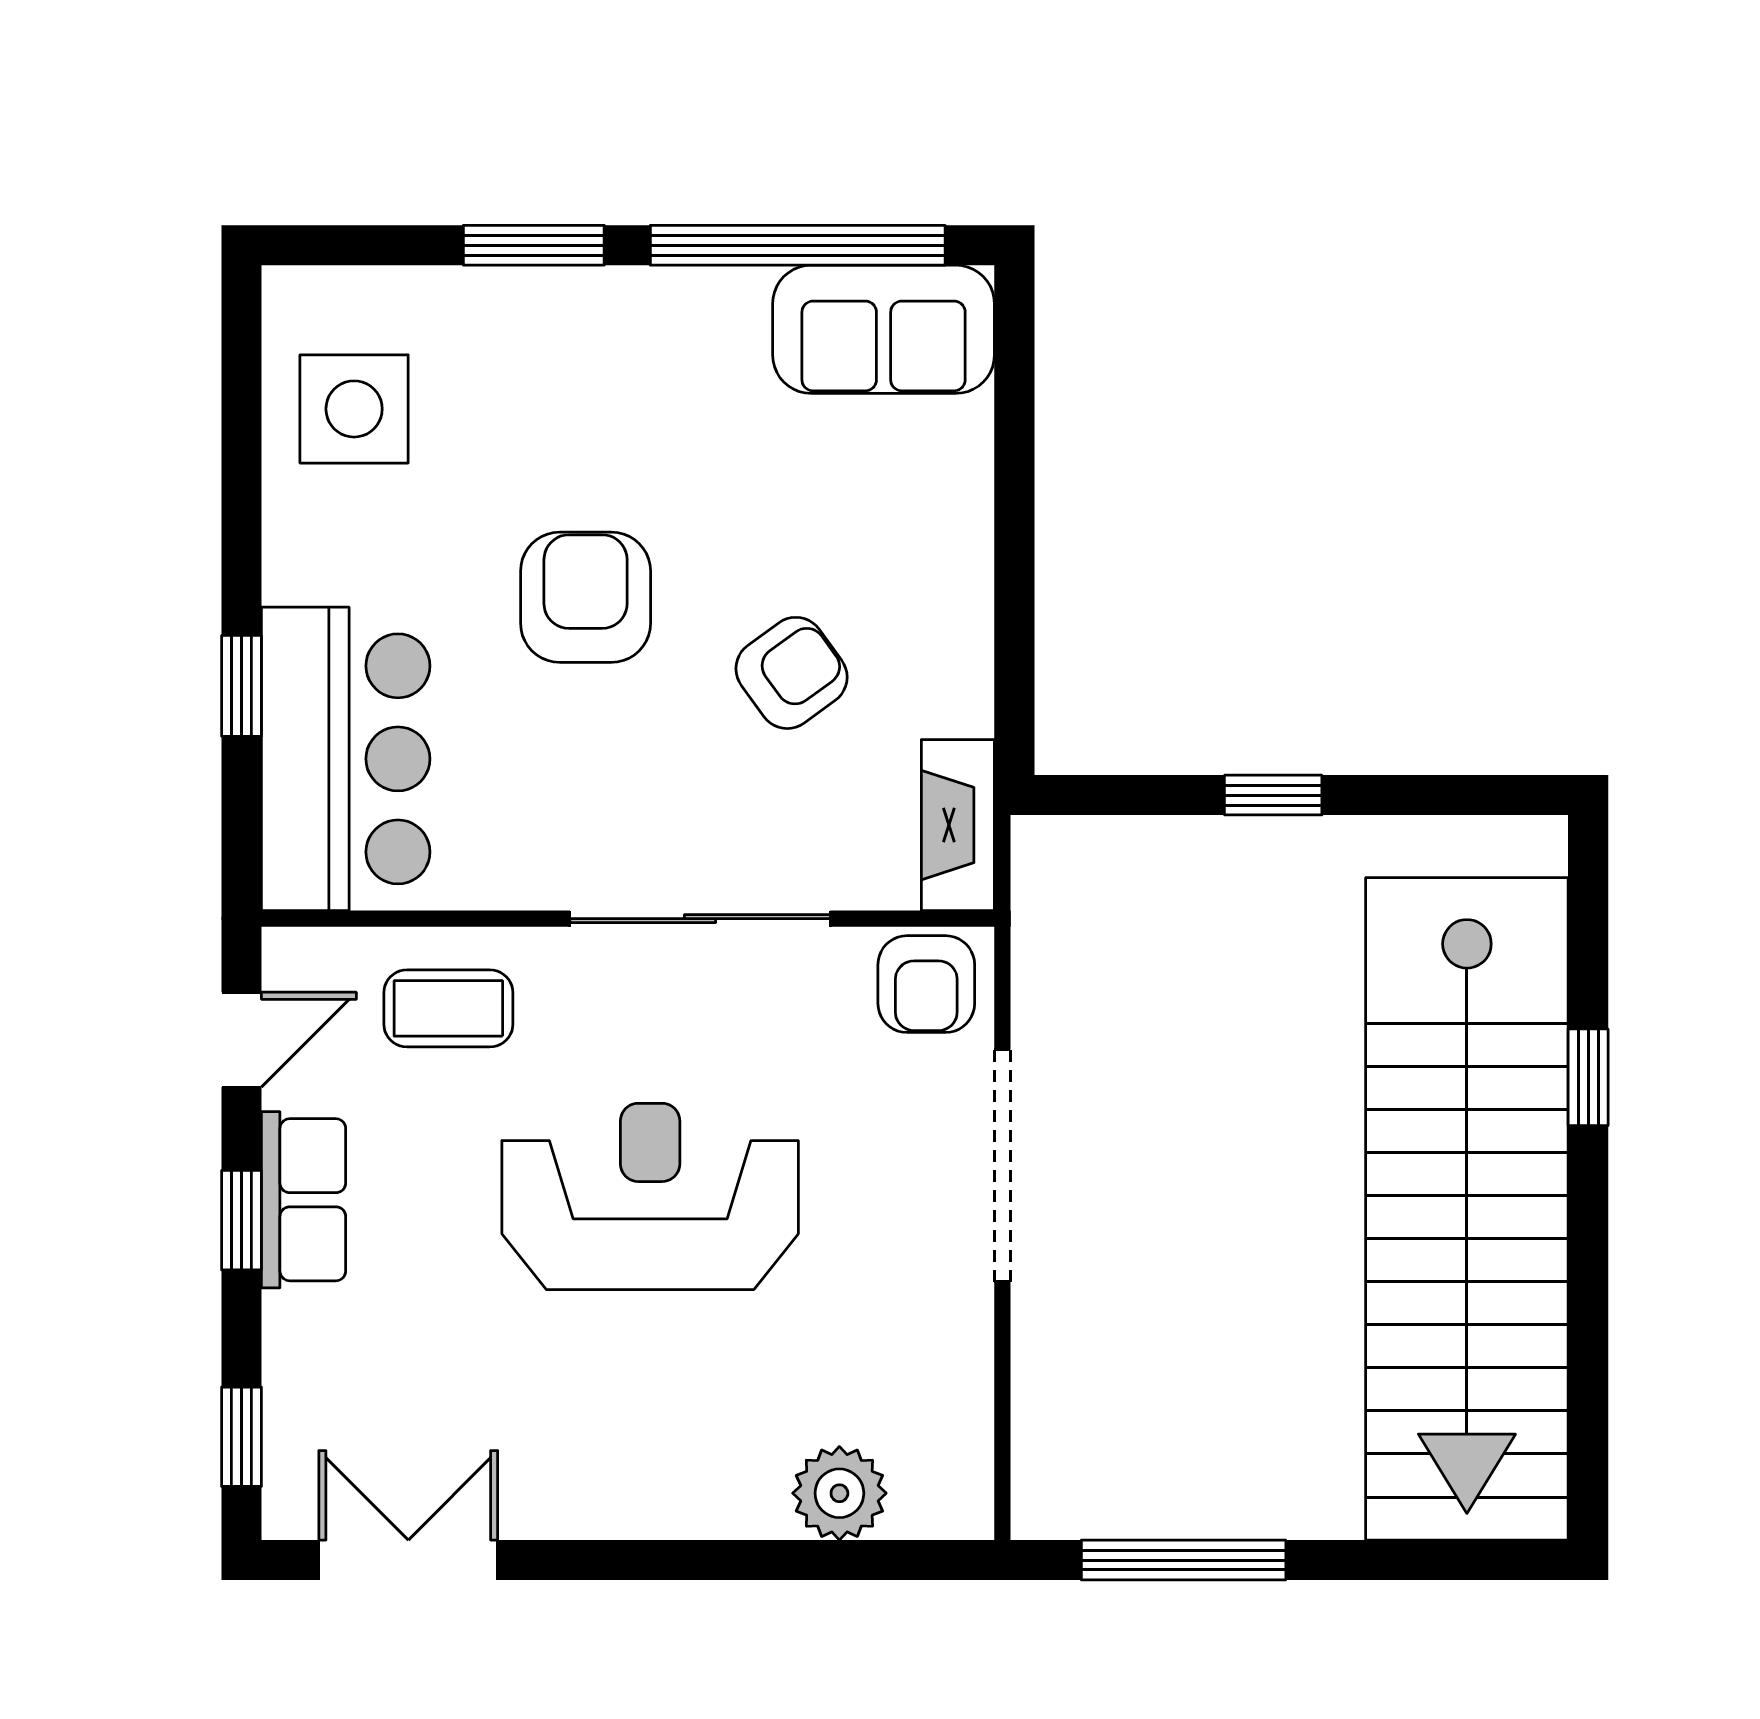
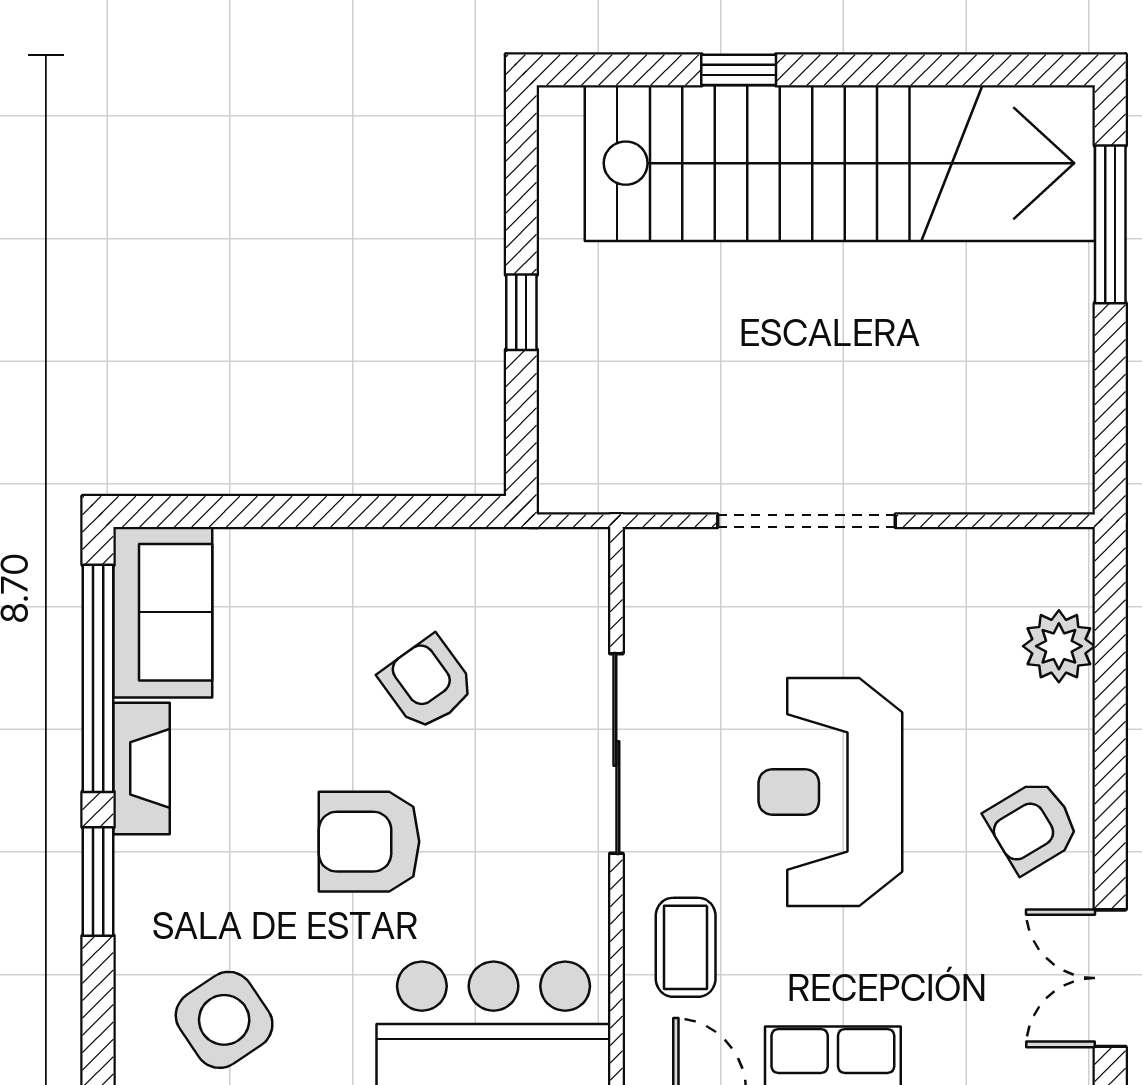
side table: (354, 409) -> (224, 1020), turned -34
fireplace: (958, 825) -> (142, 768), moved, turned -90
armchair: (926, 984) -> (1032, 826), moved, turned 149
window: (1184, 1560) -> (1110, 224), moved

